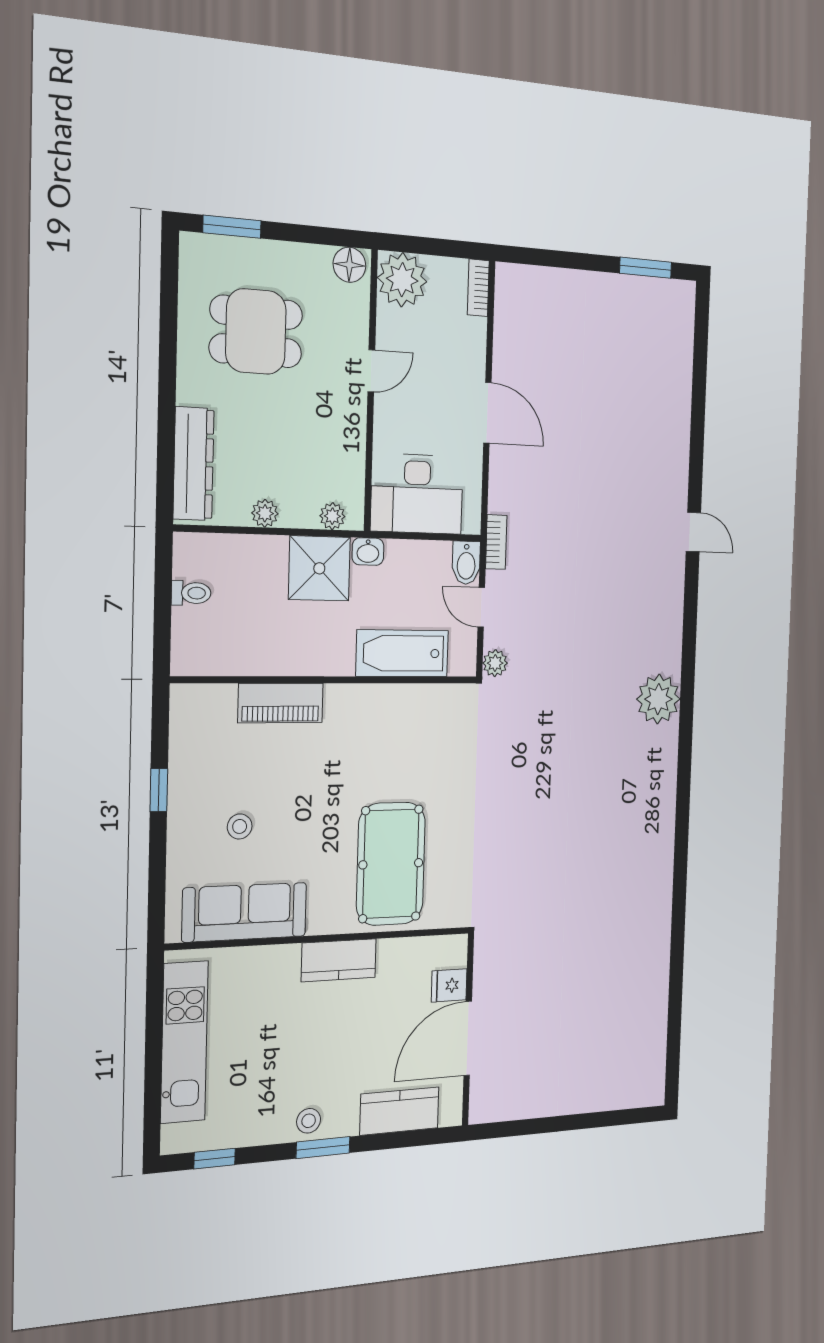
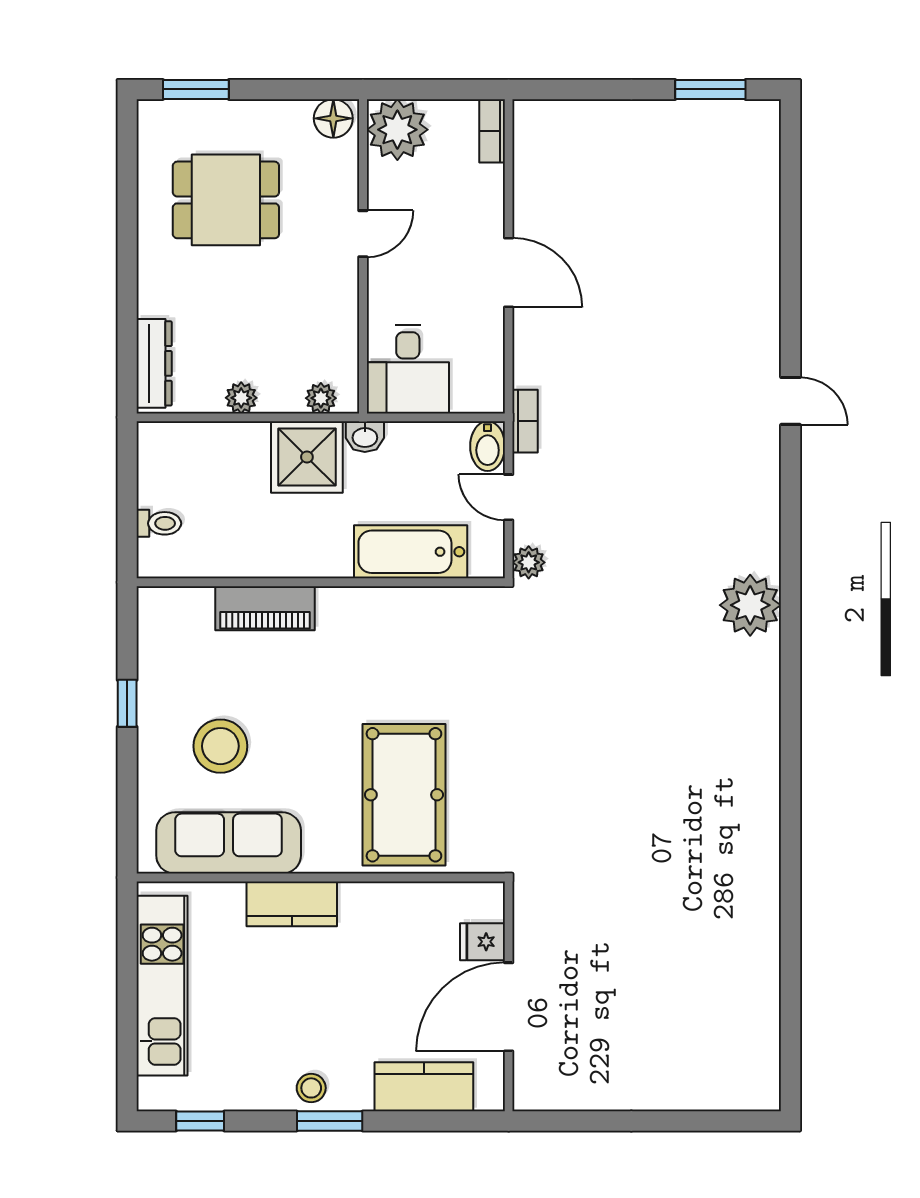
dresser: (194, 464) -> (154, 363), width x0.73, depth x0.80
desk: (417, 494) -> (408, 369), width x0.73
toilet: (191, 593) -> (159, 523), moved
stool: (240, 826) -> (220, 746), width x1.89, depth x1.89
kitchen counter: (339, 960) -> (292, 904), moved

